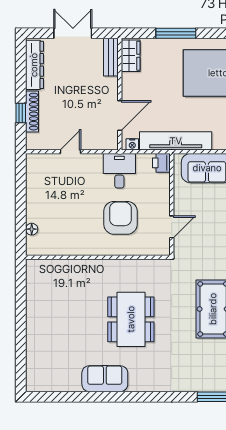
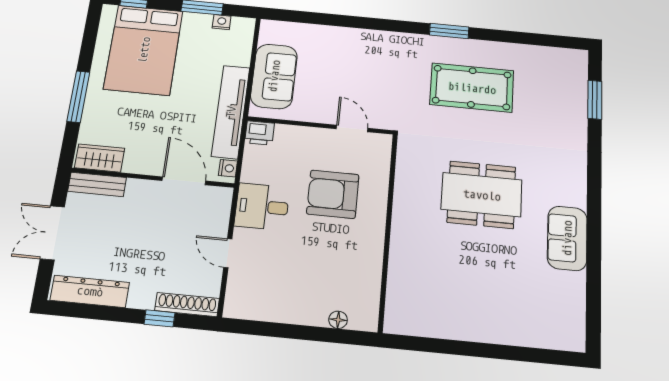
shoe rack: (32, 112) -> (187, 305), moved
desk: (119, 171) -> (262, 207), moved

